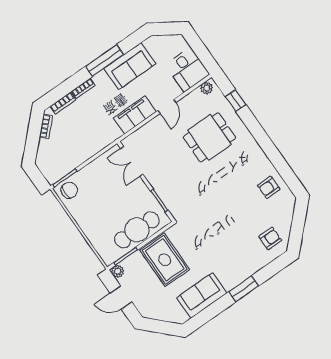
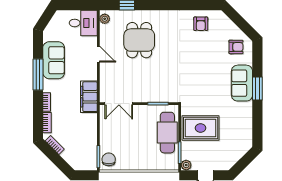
filing cabinet: (135, 115) -> (89, 97), moved
armchair: (270, 238) -> (236, 47), turned 90
sofa: (202, 295) -> (242, 83), moved

